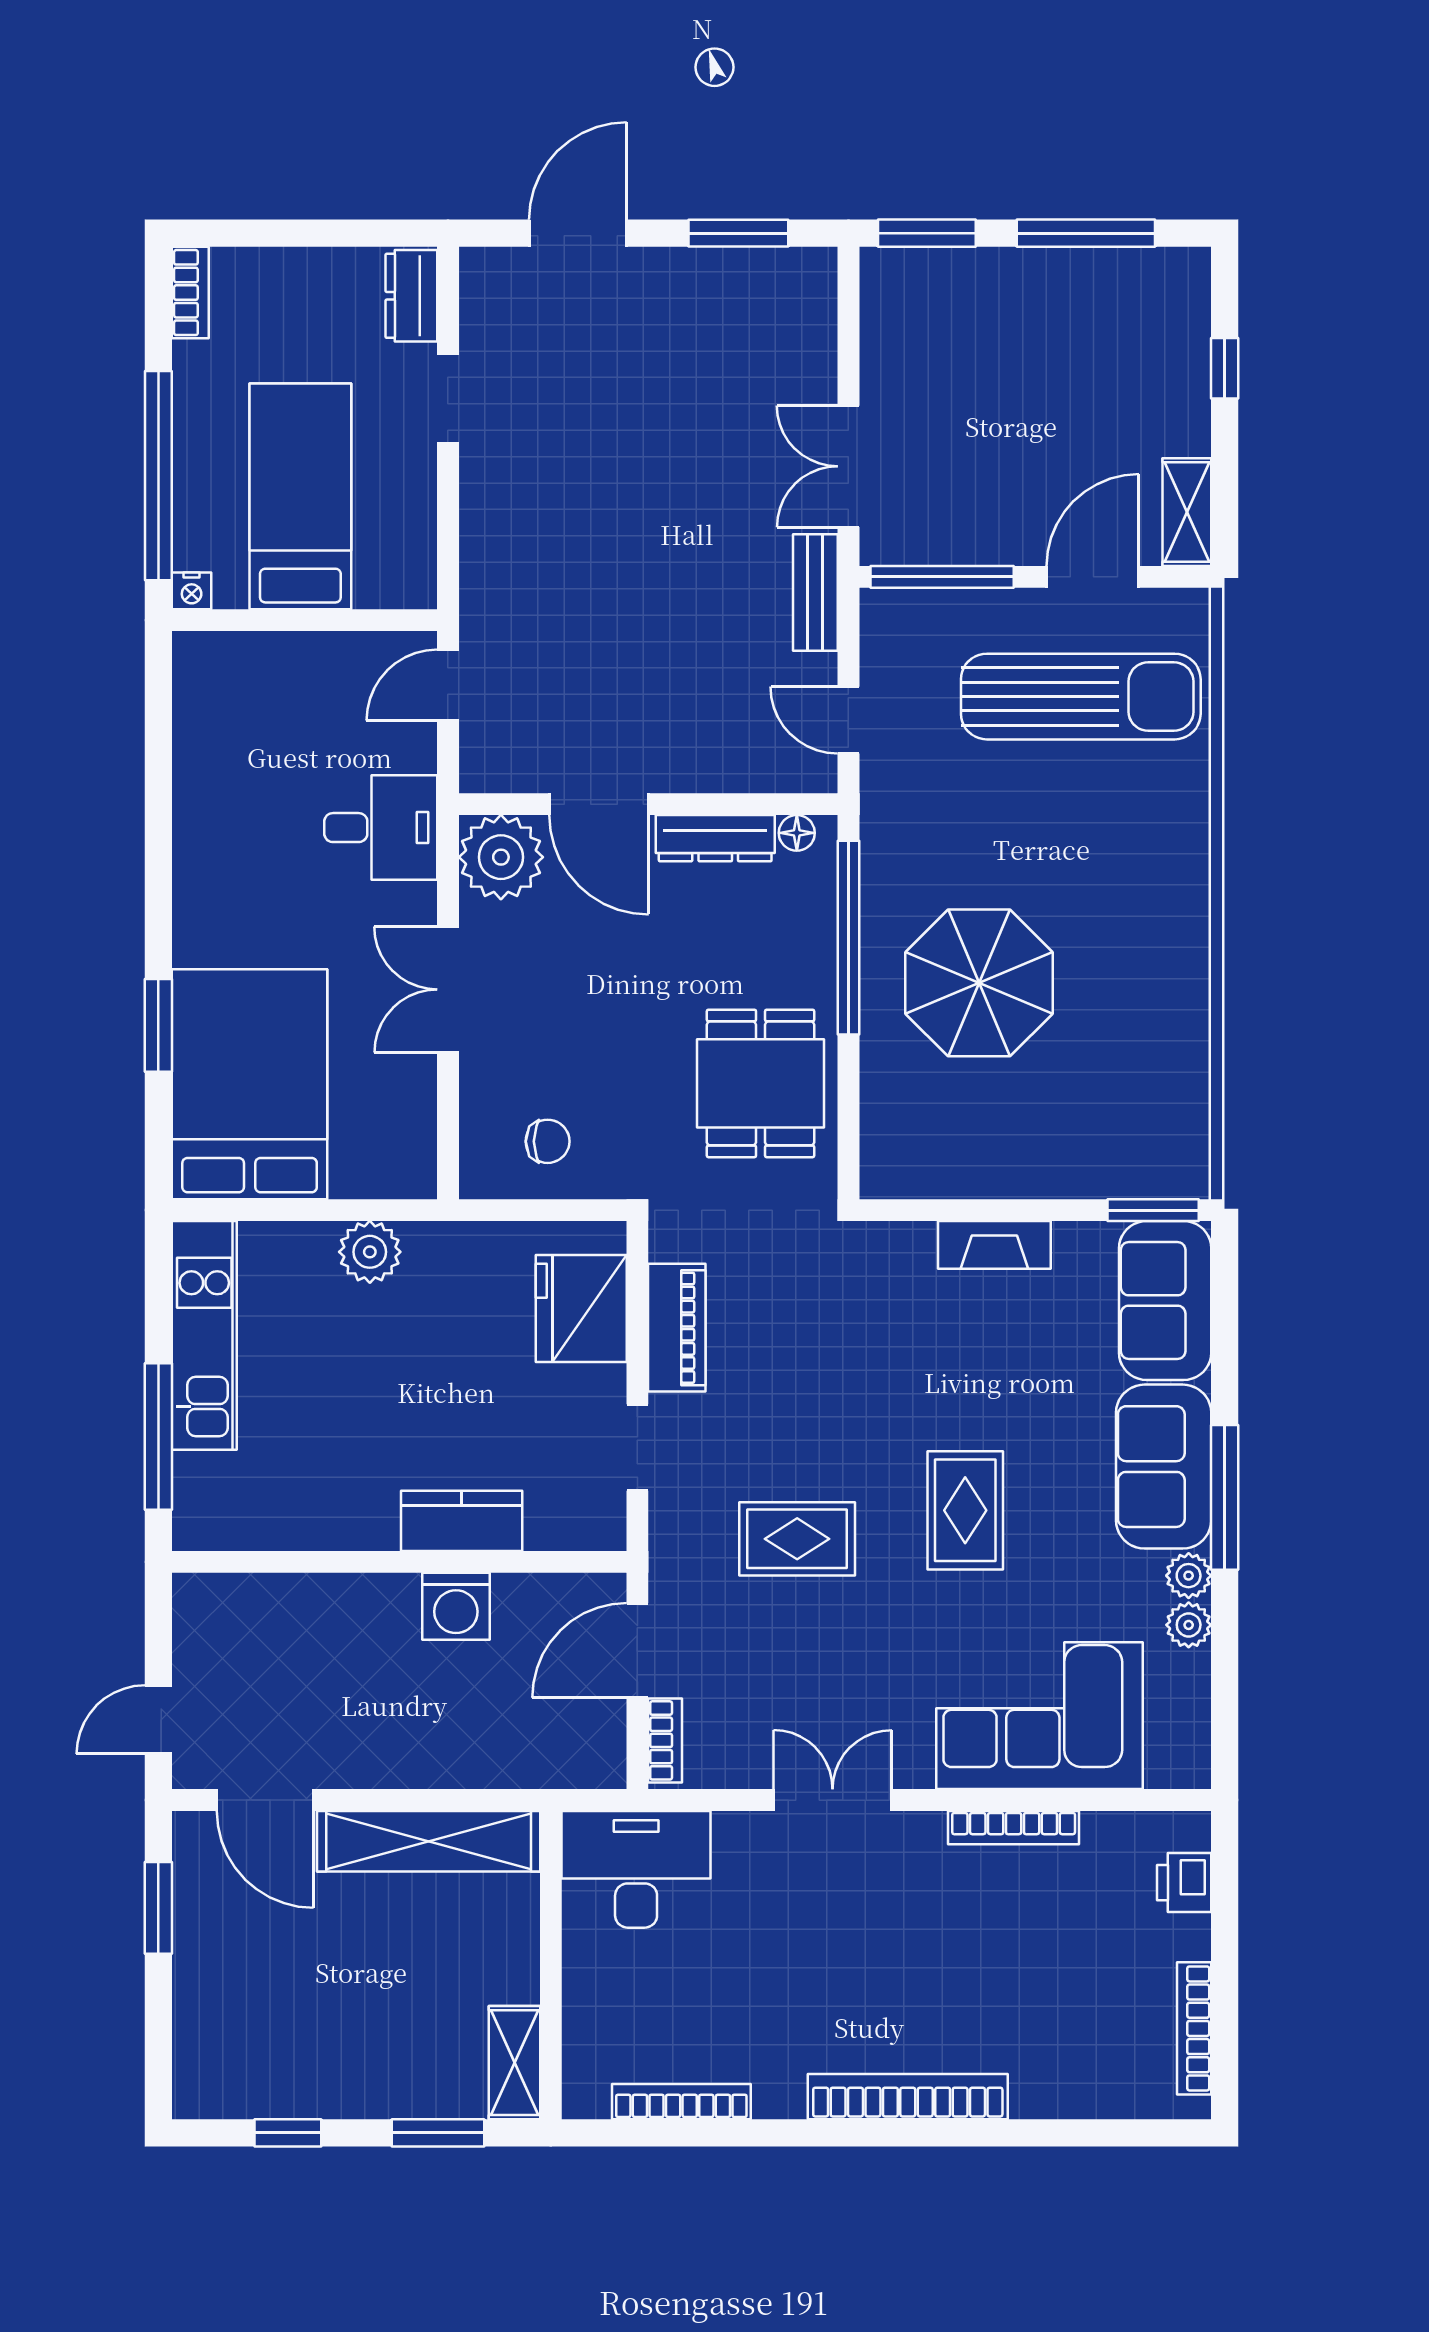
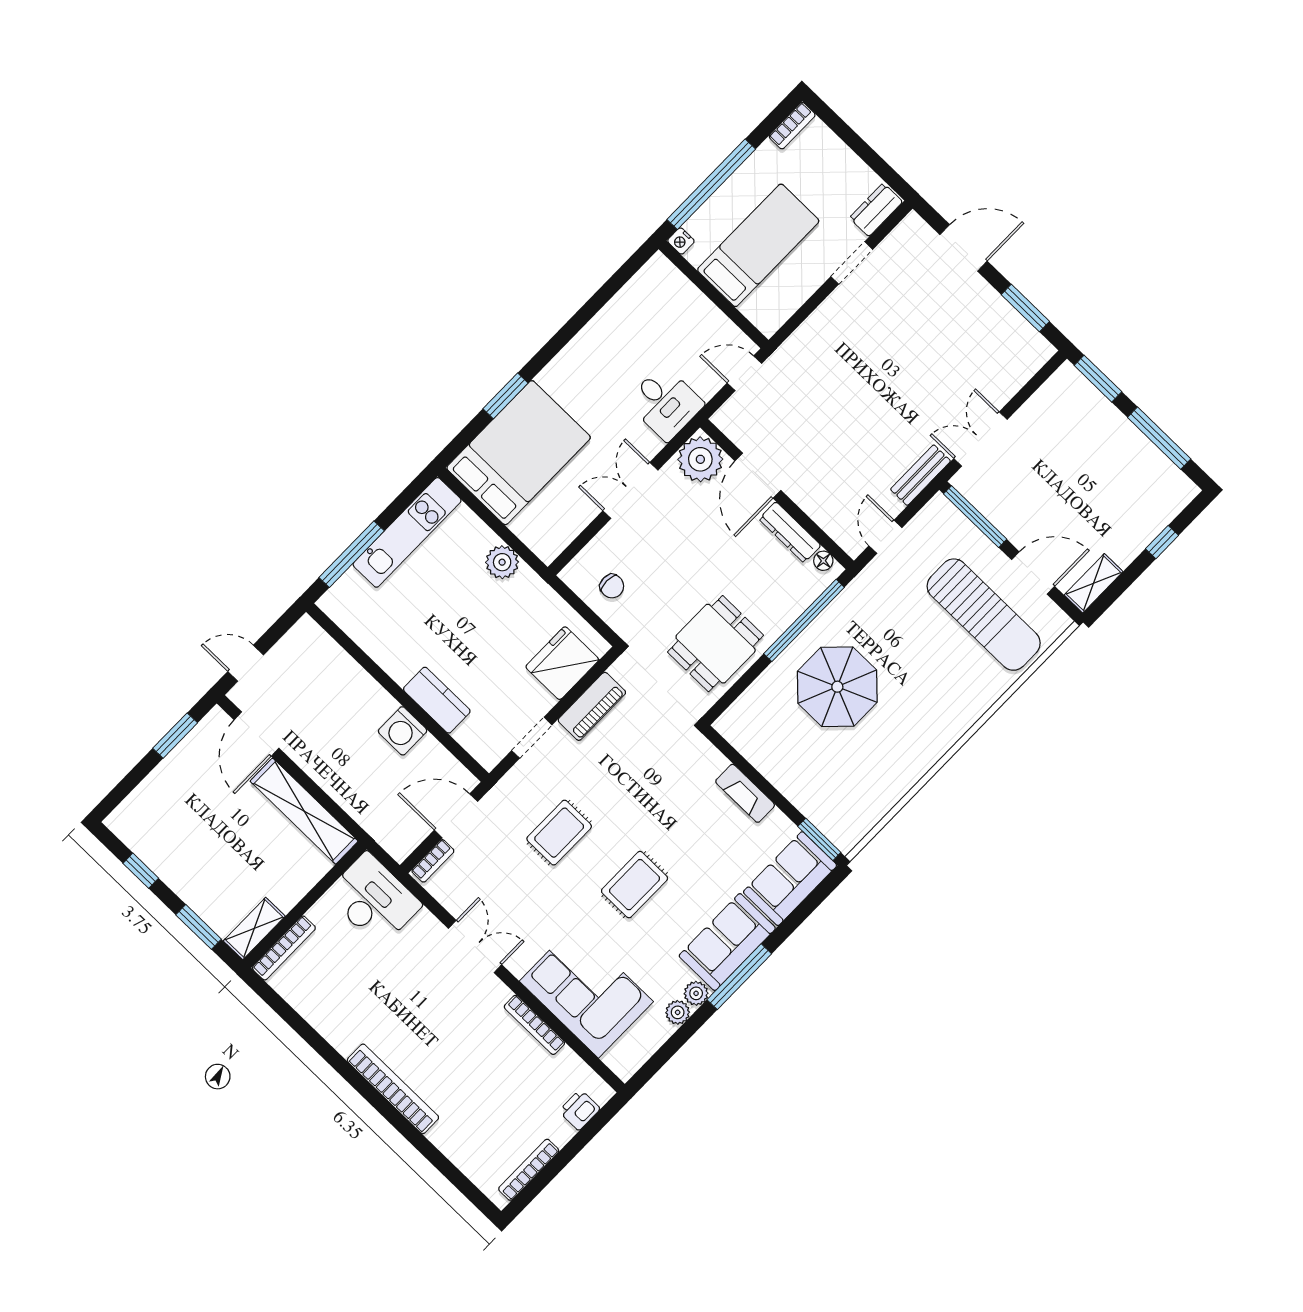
rug: (797, 1539) -> (559, 833), turned 90
bookcase: (681, 2102) -> (284, 948), moved, turned 90

